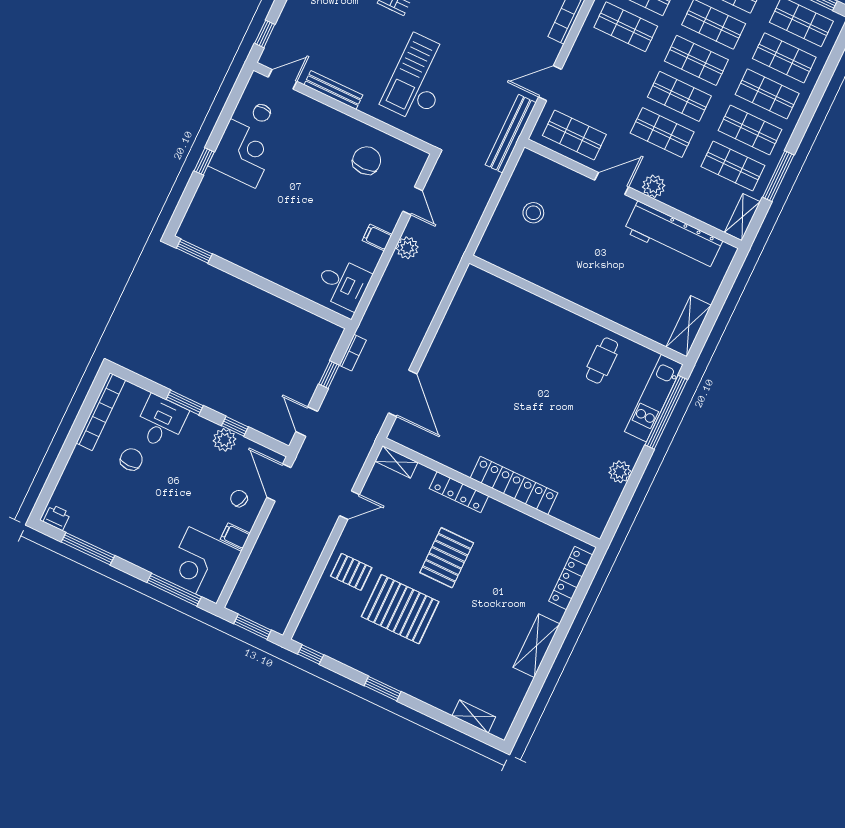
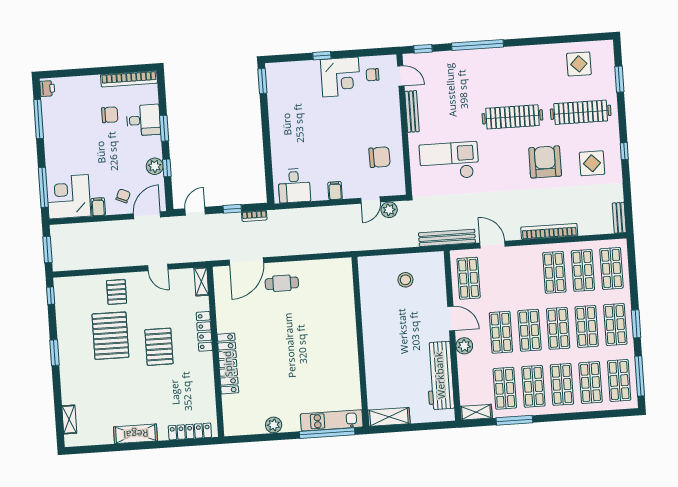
plant: (407, 248) -> (389, 210), moved
cafe table: (602, 361) -> (282, 283), moved
pallet: (447, 558) -> (159, 347), turned 90

